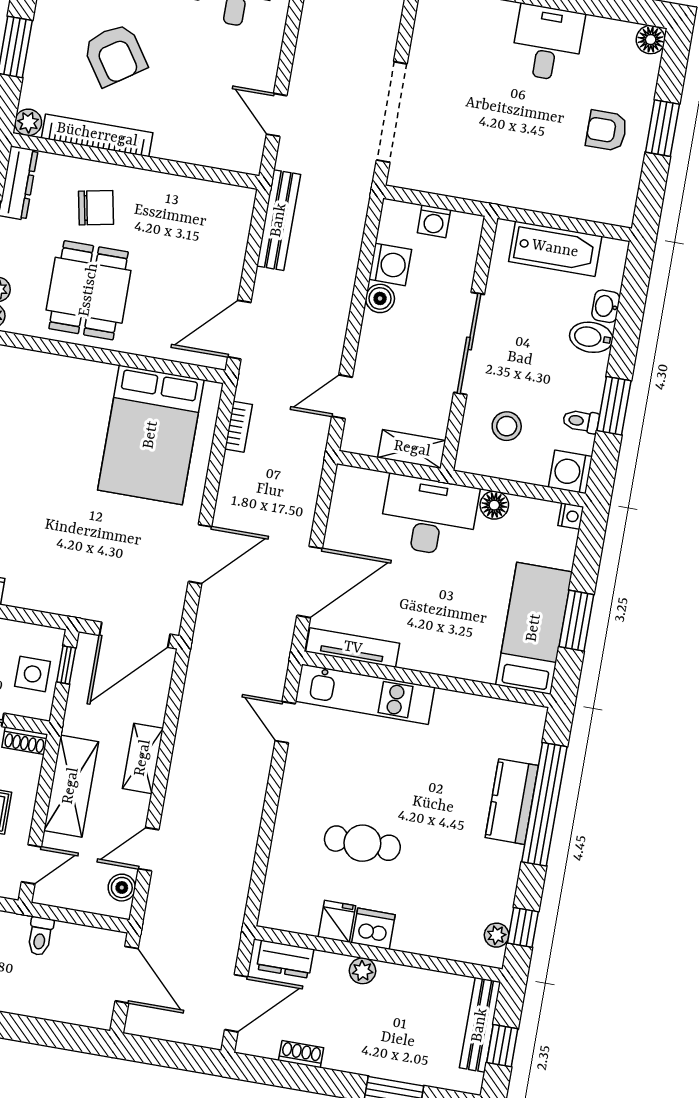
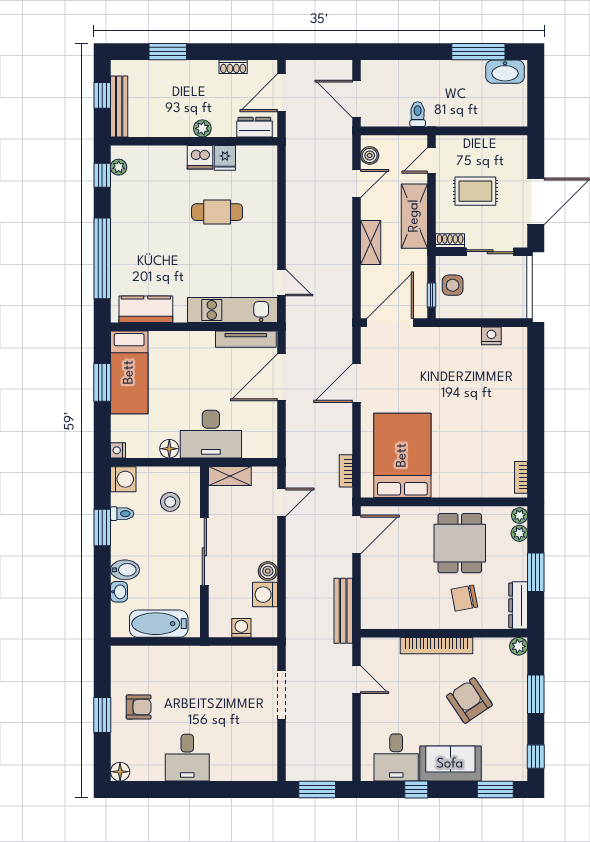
doorway: (392, 112) -> (281, 695), width x0.73
bookcase: (97, 135) -> (436, 646), moved
kitchen counter: (512, 802) -> (146, 309), moved, turned -90

